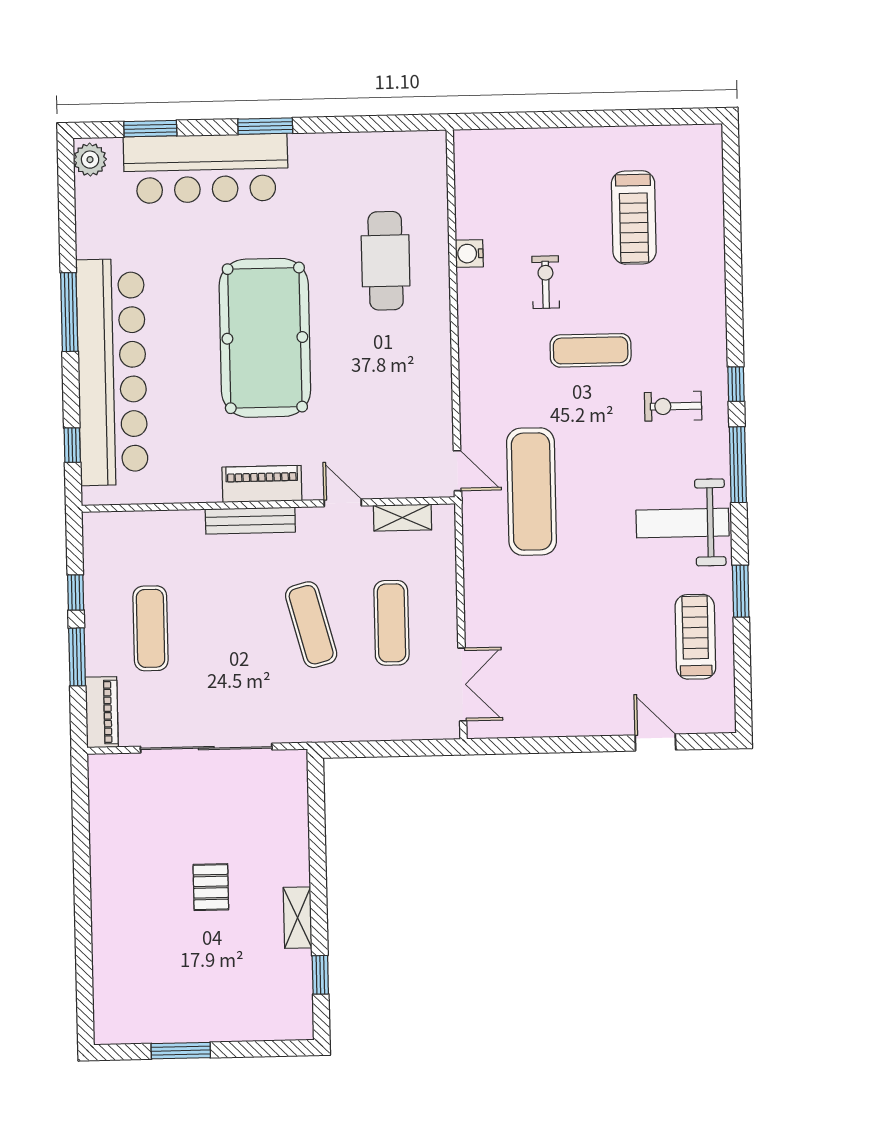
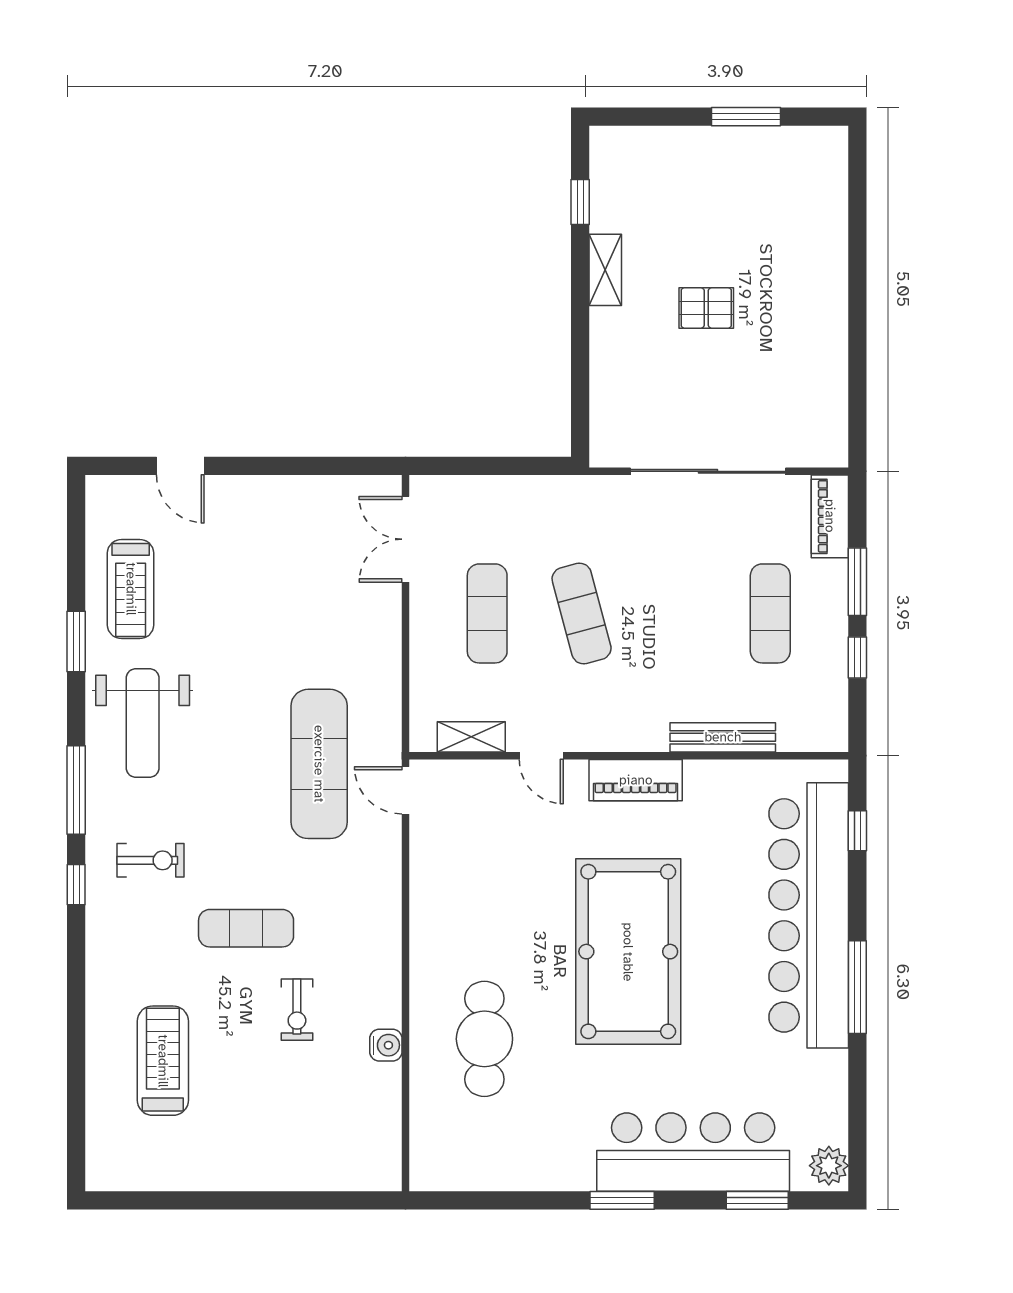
treadmill: (634, 217) -> (163, 1061), moved
bench: (250, 521) -> (723, 737), moved
weight bench: (683, 523) -> (143, 723), turned 90
pallet: (211, 887) -> (706, 308), turned 90

